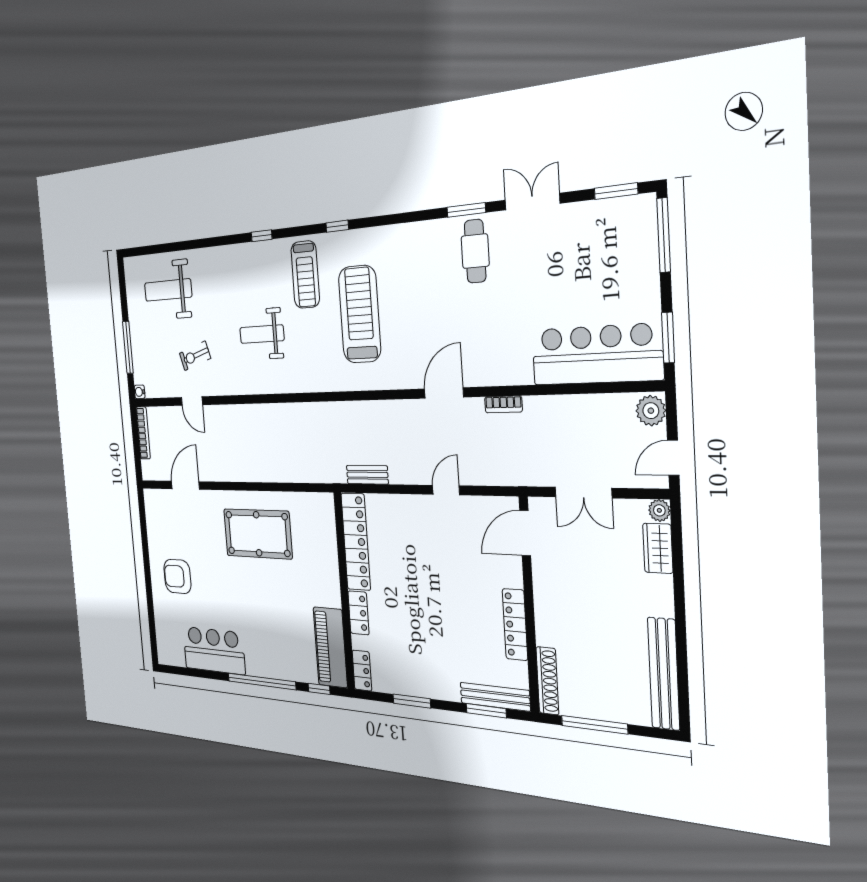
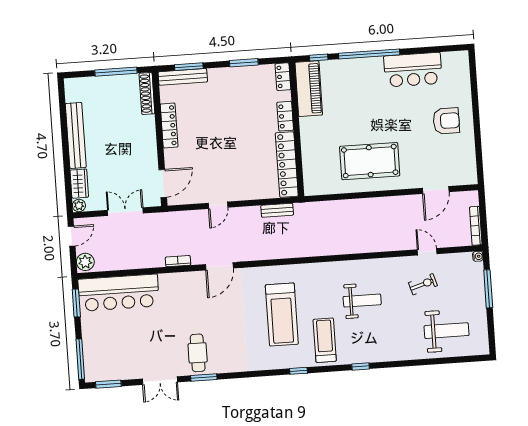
bench: (664, 674) -> (76, 135), moved

